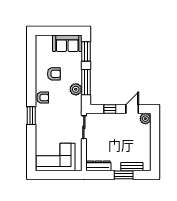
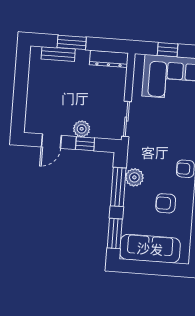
sofa: (67, 43) -> (150, 249), width x1.36
plant: (145, 119) -> (82, 129), moved
window: (60, 175) -> (168, 50), added

